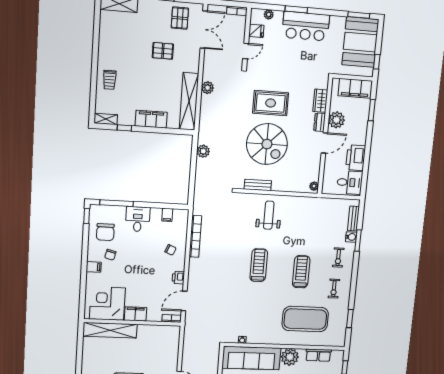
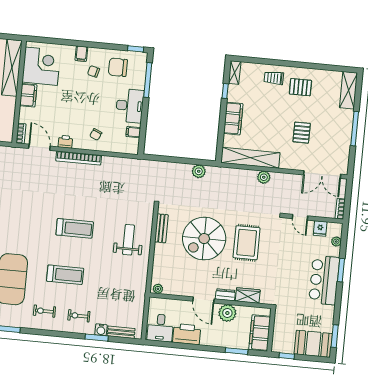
pallet: (180, 18) -> (300, 87), moved
booth: (360, 42) -> (313, 344), width x0.73, depth x0.70
weight bench: (269, 215) -> (129, 240), turned -90
desk: (138, 219) -> (130, 106), width x1.37
bookcase: (195, 236) -> (79, 158), moved

